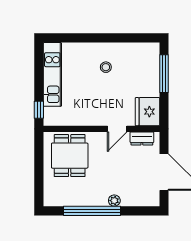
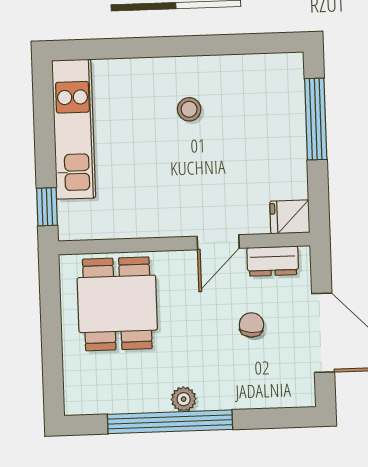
fridge: (147, 112) -> (290, 217), width x0.53, depth x0.75
chair: (131, 167) -> (251, 325), added
plant: (114, 201) -> (184, 399), moved

